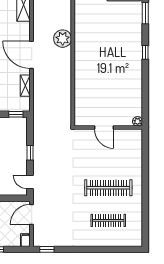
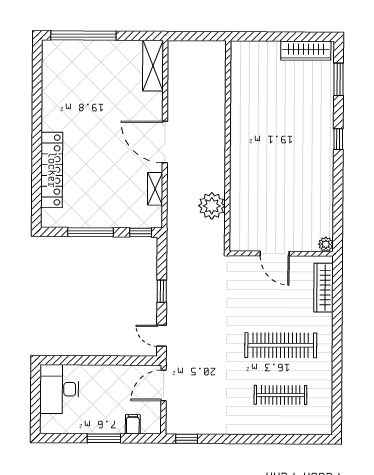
plant: (63, 39) -> (212, 206), moved
wardrobe: (136, 150) -> (324, 288), added
filing cabinet: (25, 240) -> (133, 424), moved

